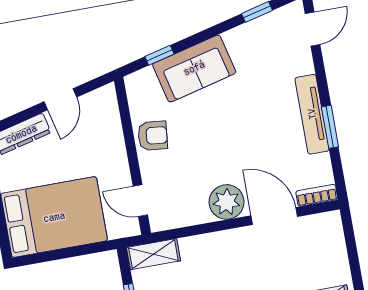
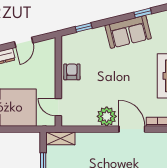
sofa: (194, 68) -> (128, 32), moved
armchair: (153, 136) -> (72, 72), turned -96

